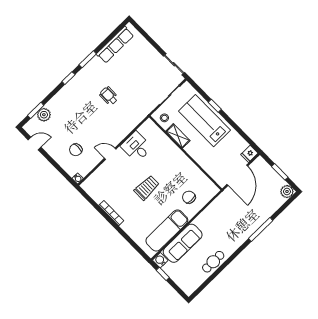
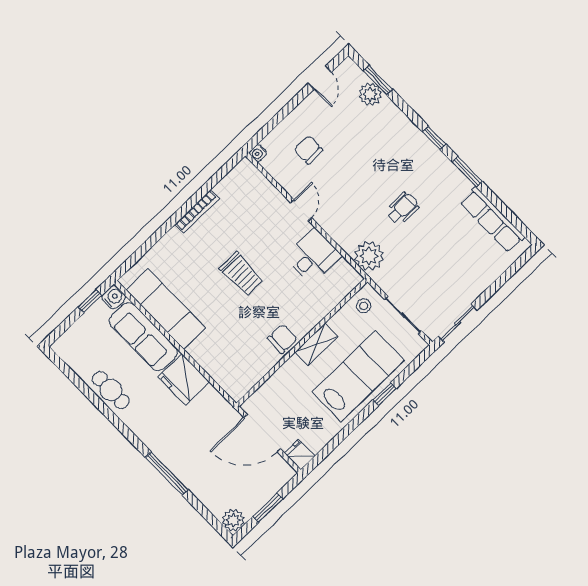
plant: (136, 115) -> (369, 256), added
shelving: (178, 136) -> (316, 344), moved
chair: (189, 197) -> (282, 339), moved
fridge: (207, 220) -> (184, 379), added

